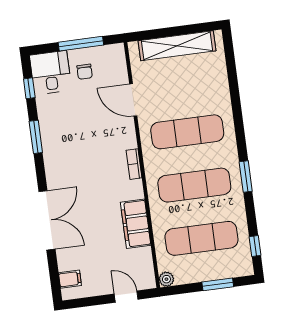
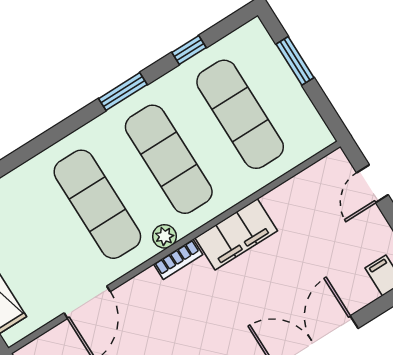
filing cabinet: (136, 224) -> (236, 234), moved
window: (255, 246) -> (189, 50), moved
plant: (166, 279) -> (164, 236), moved

